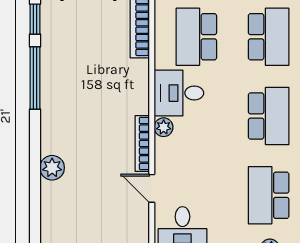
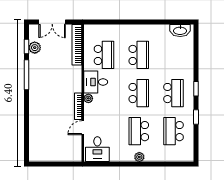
school desk: (196, 37) -> (104, 55), turned 180
plant: (52, 168) -> (35, 48), moved
door: (152, 188) -> (83, 128), hinge flipped

